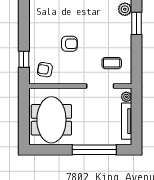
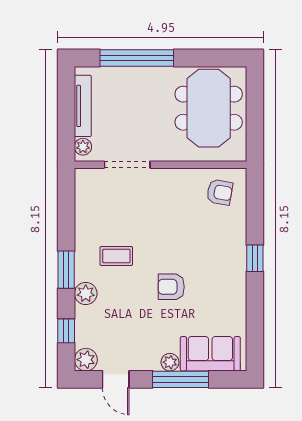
armchair: (69, 44) -> (171, 287), moved
window: (24, 59) -> (255, 258), moved
coffee table: (112, 63) -> (116, 256), moved

